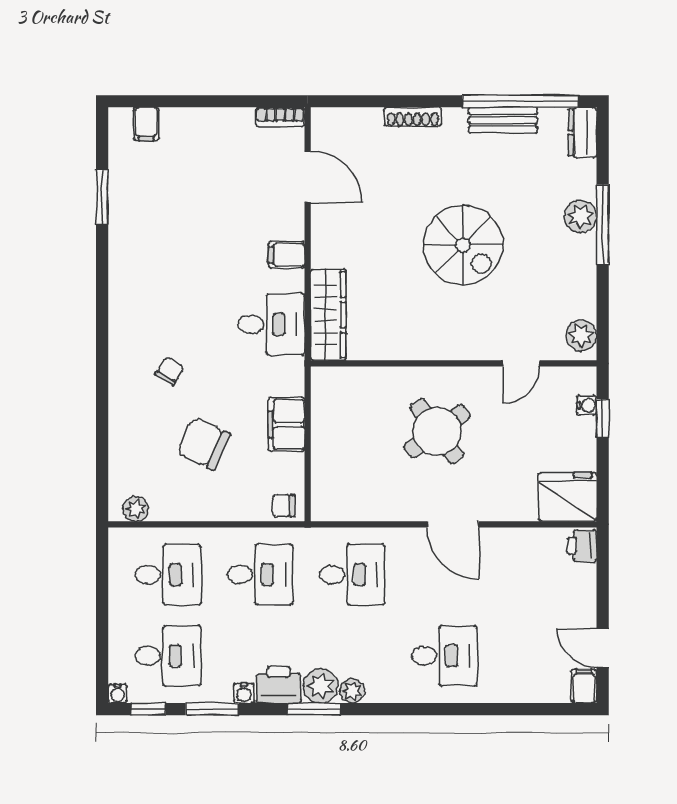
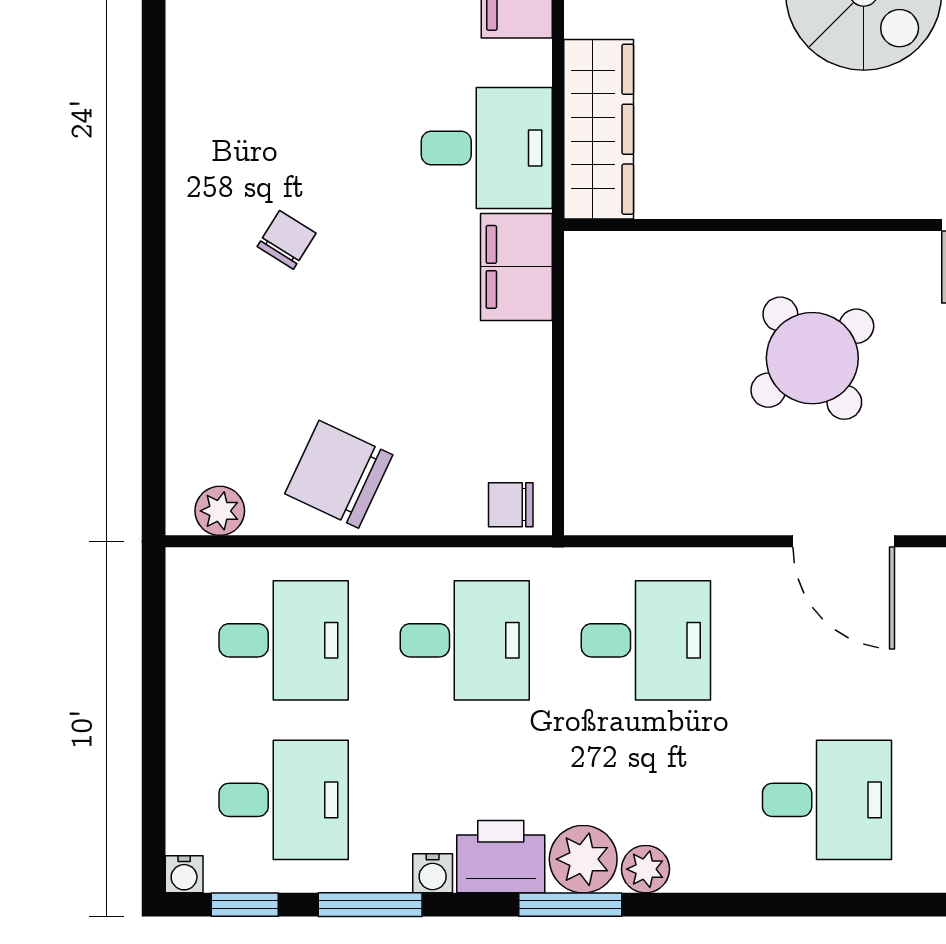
filing cabinet: (286, 424) -> (516, 267), moved
chair: (204, 444) -> (339, 474), moved

